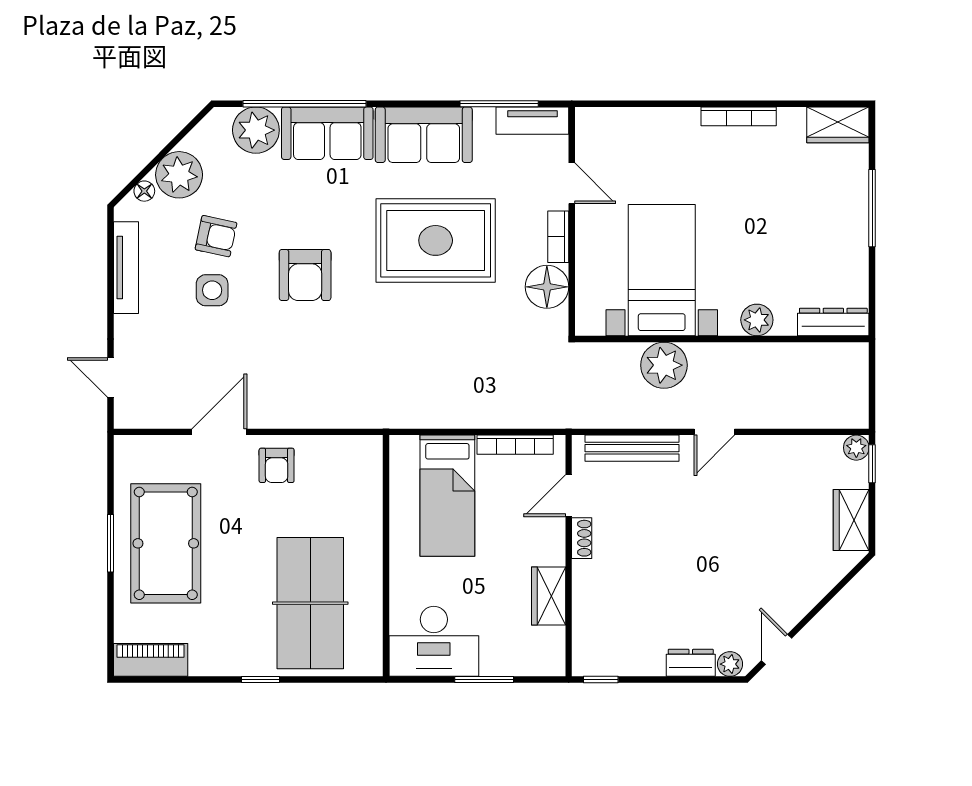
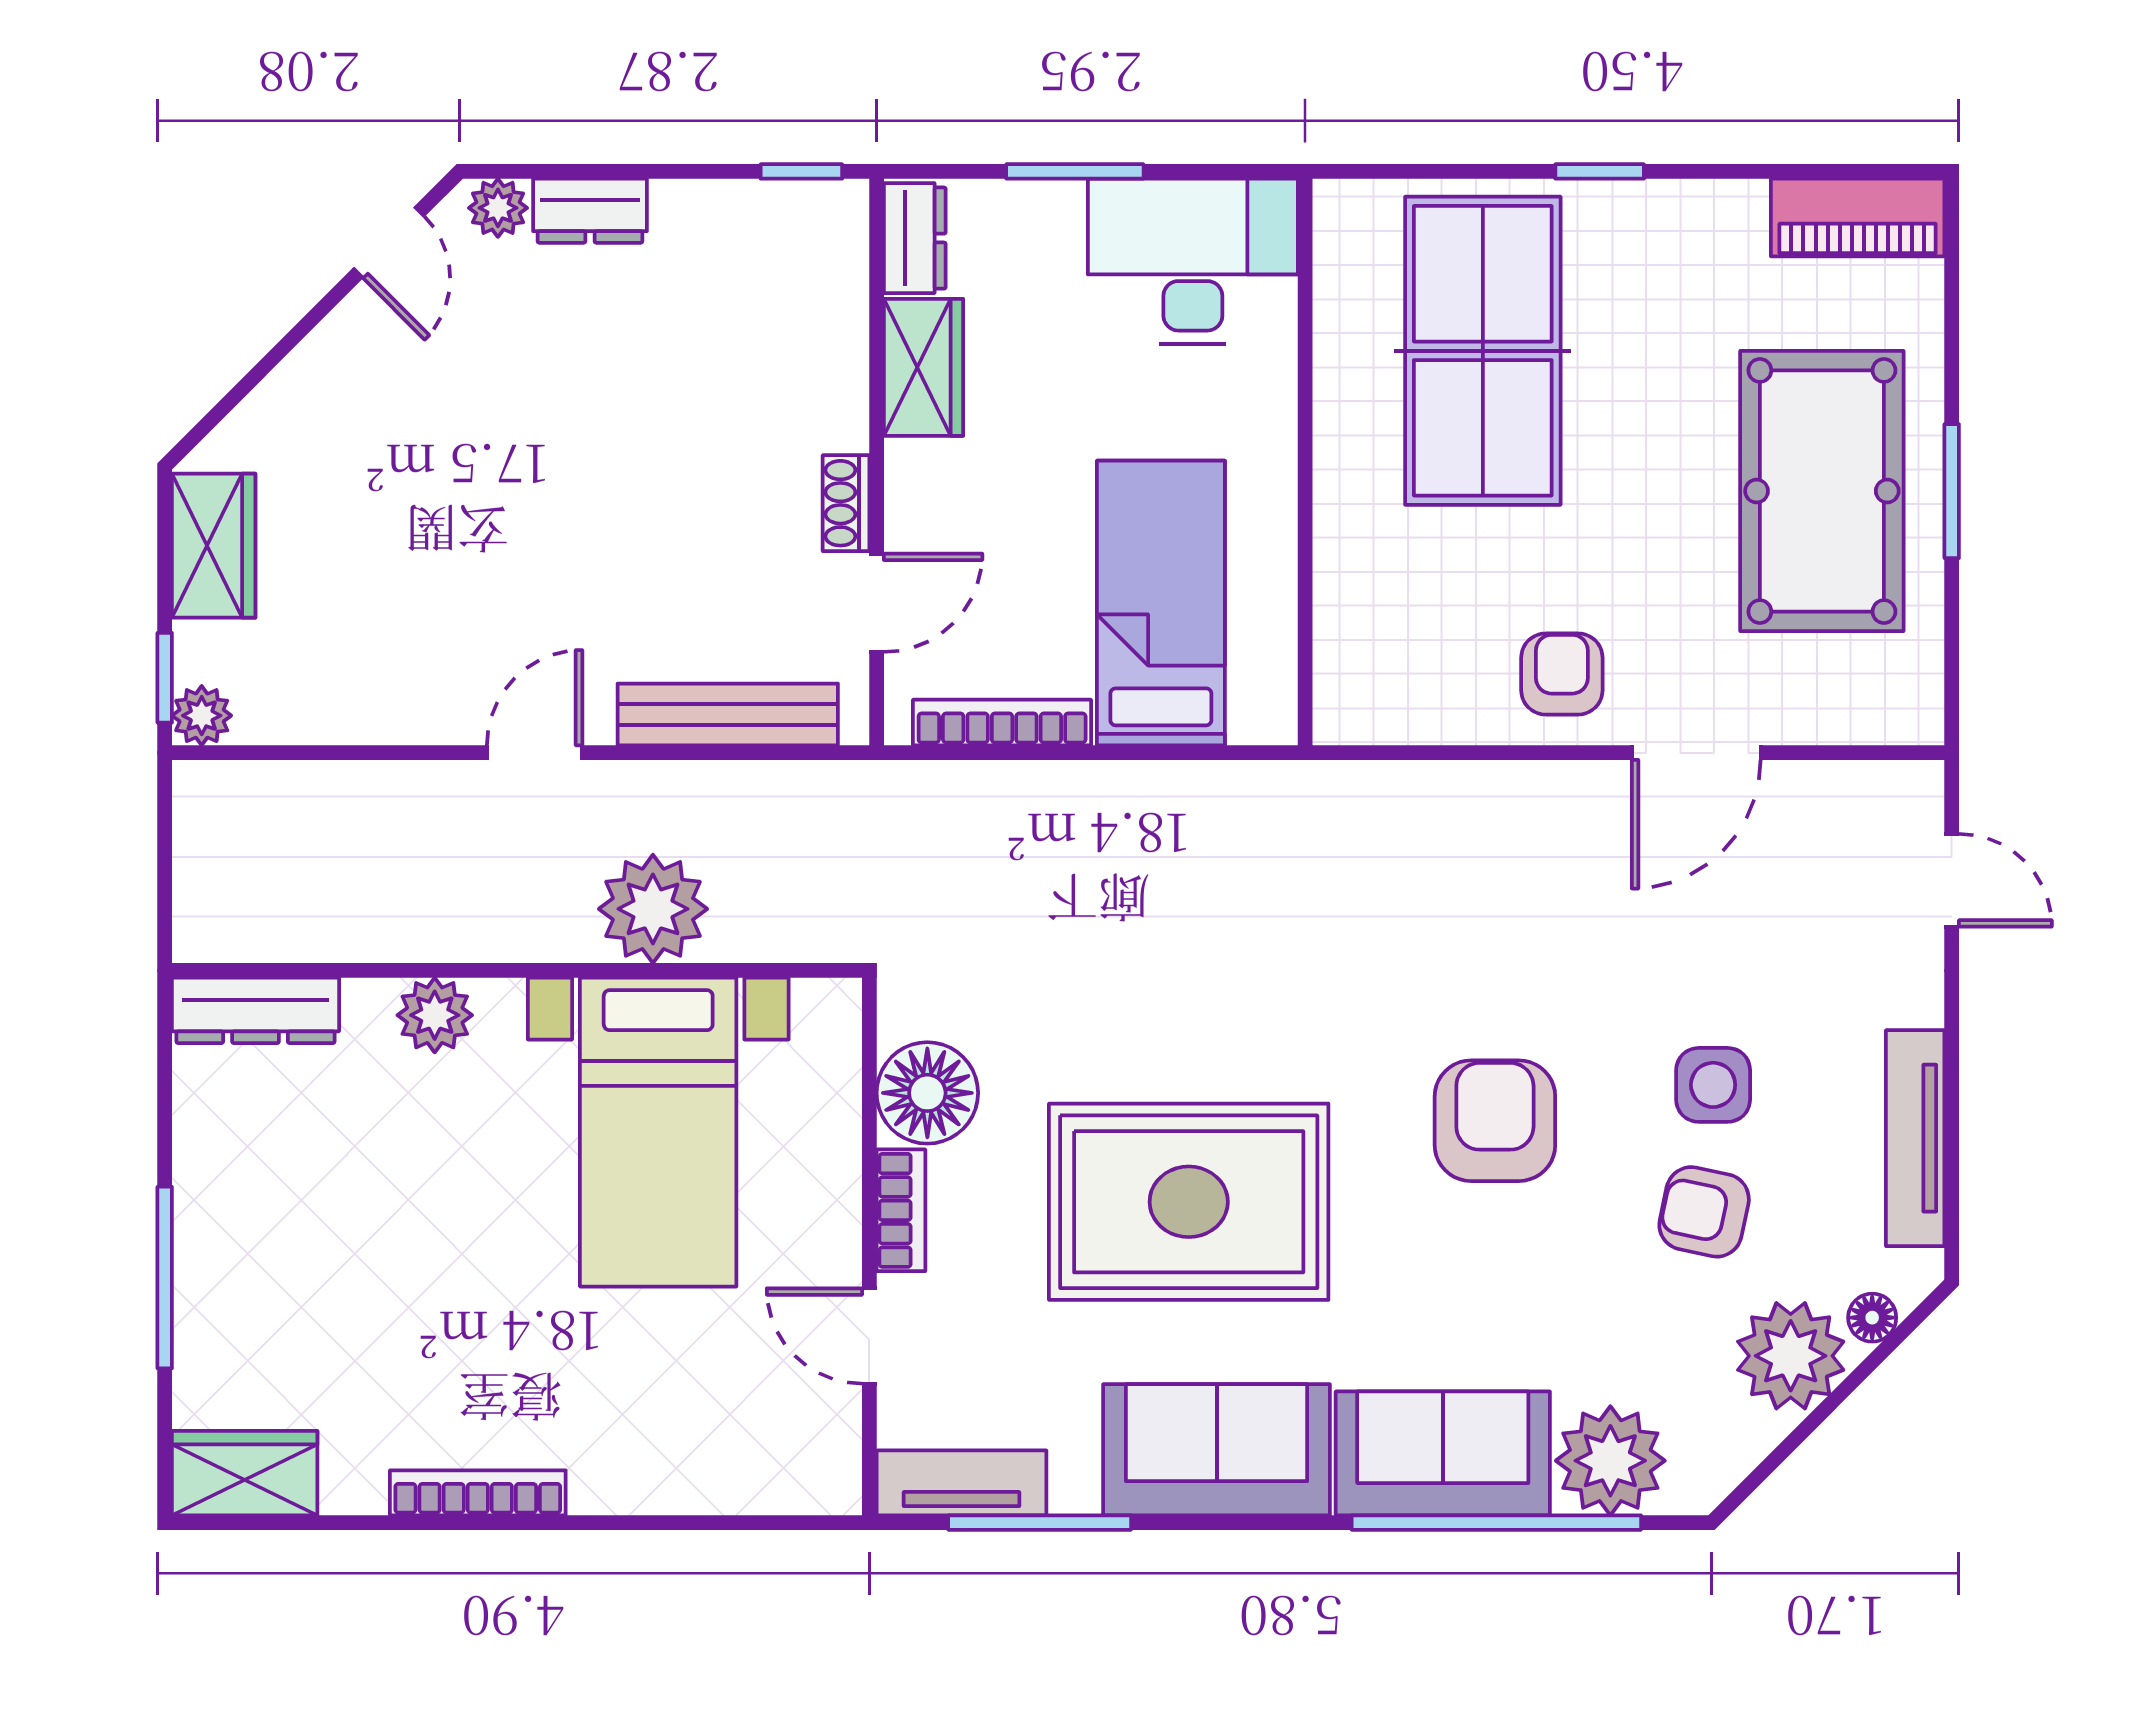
dresser: (552, 651) -> (915, 238), added

